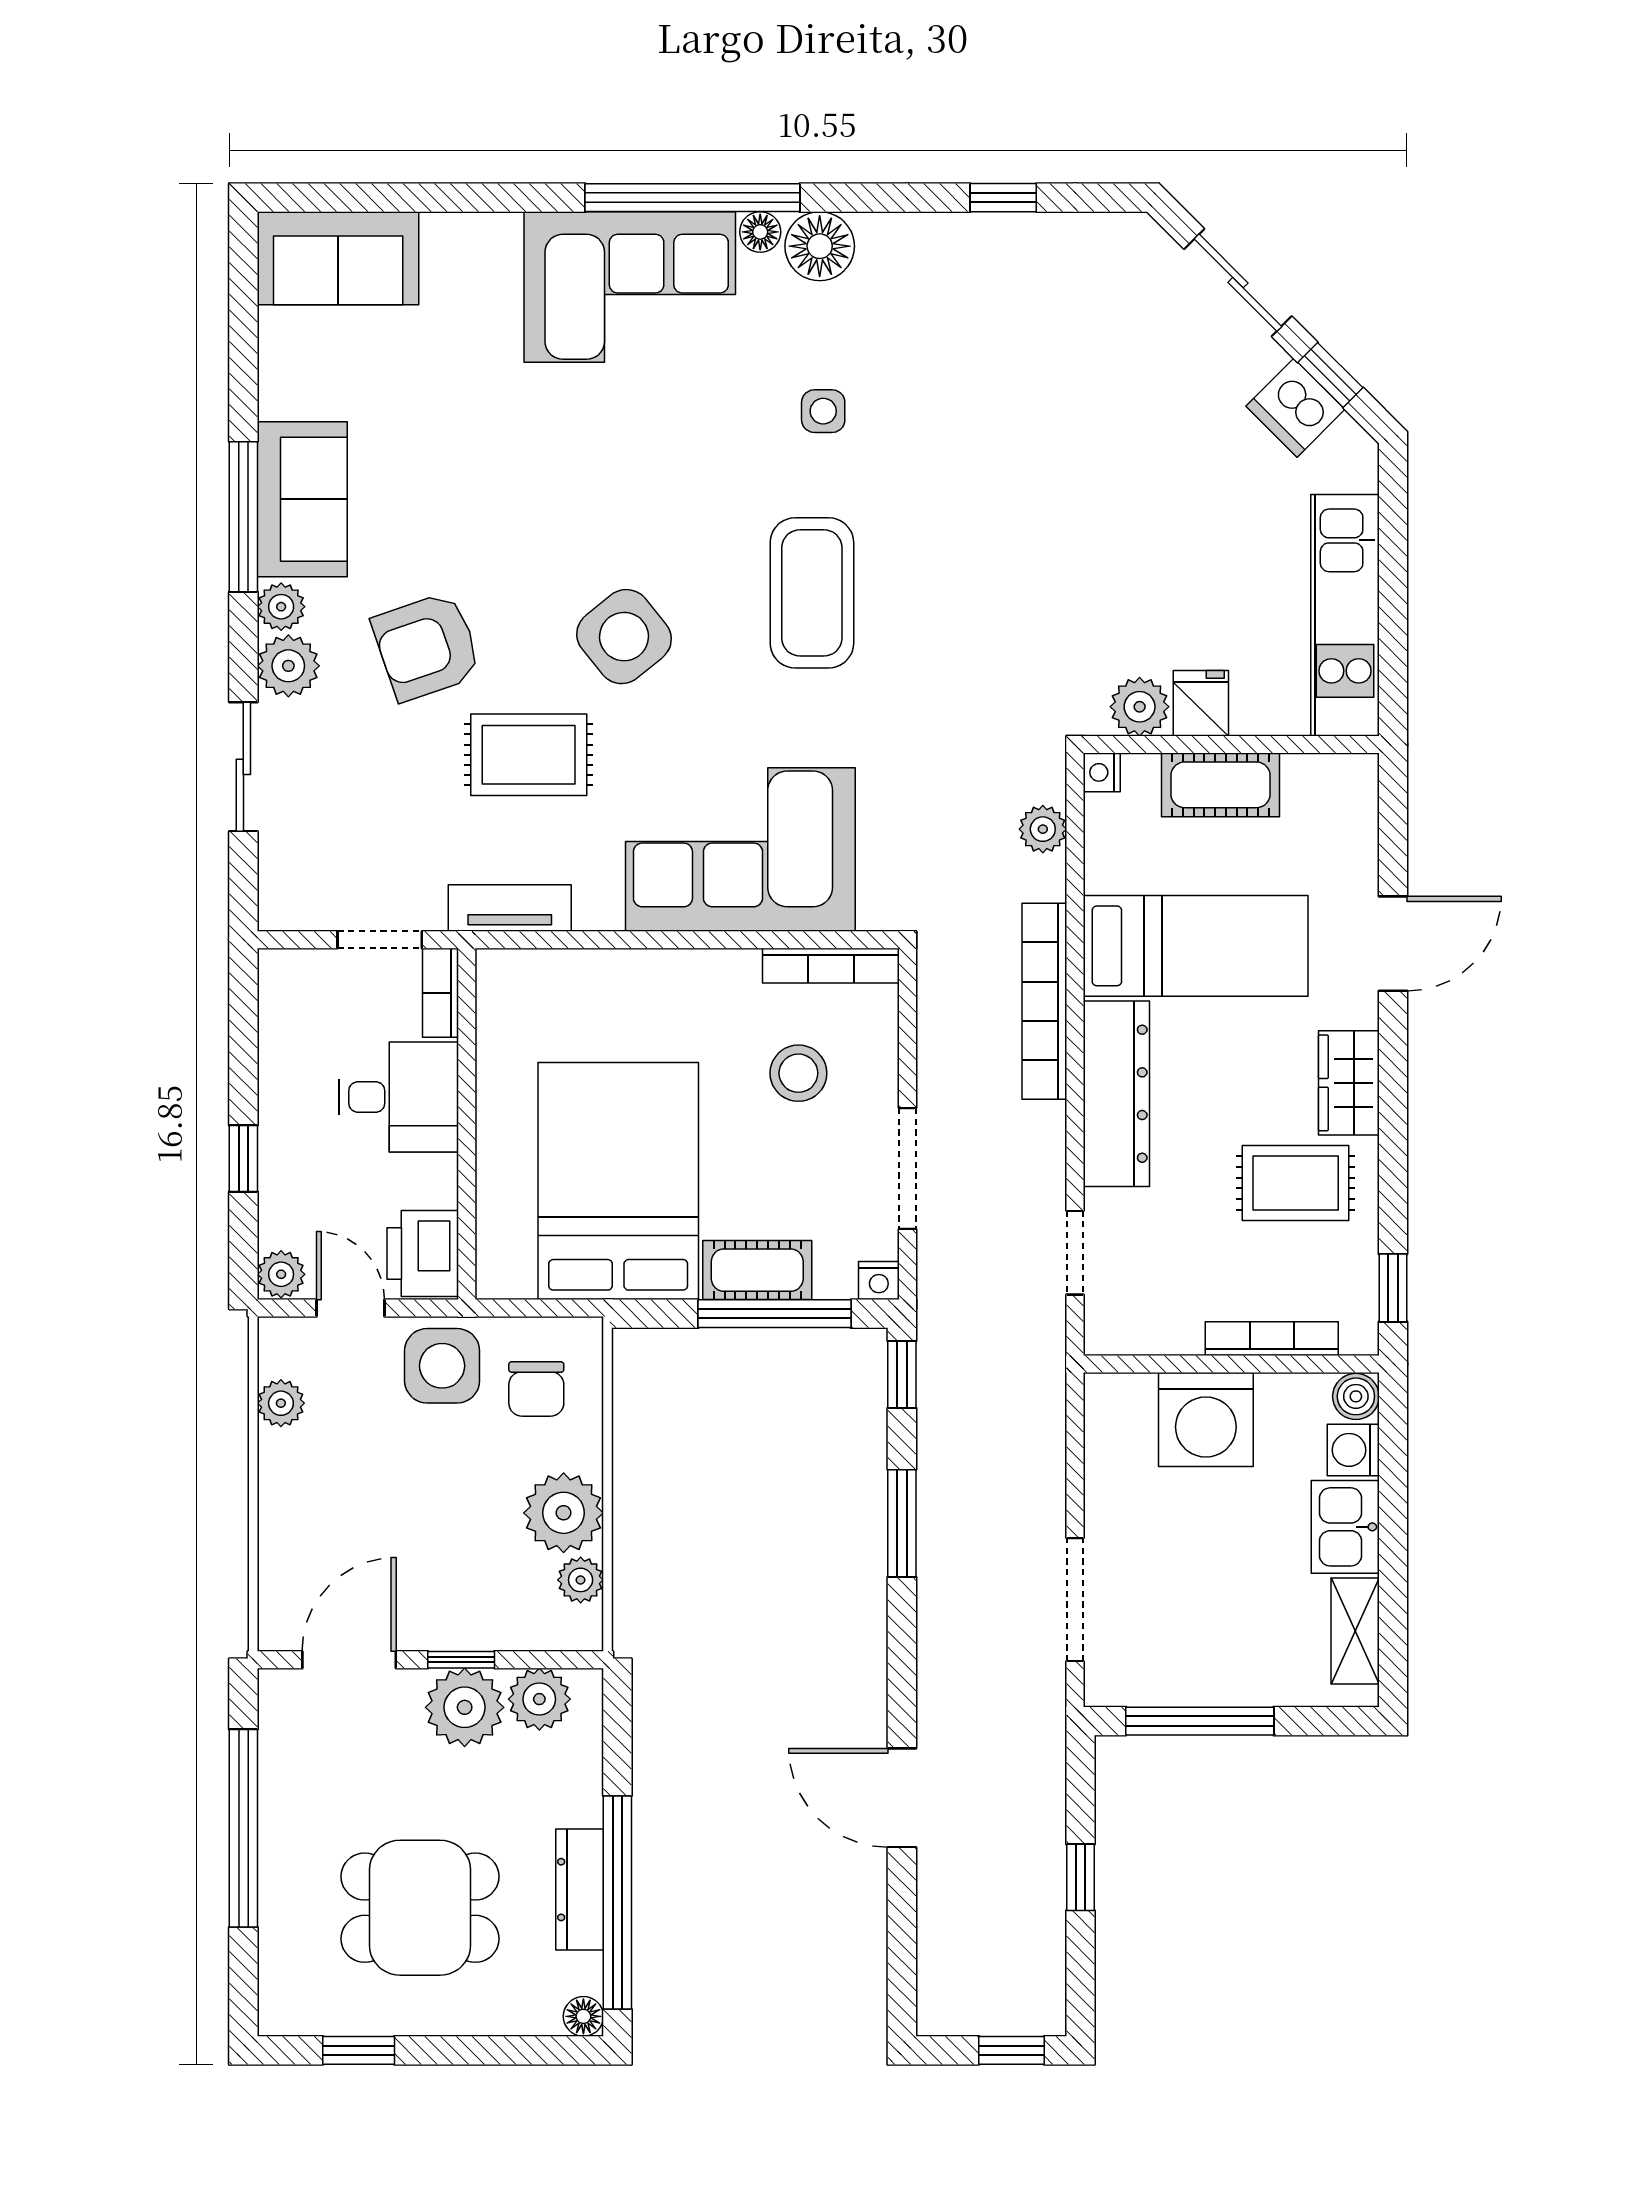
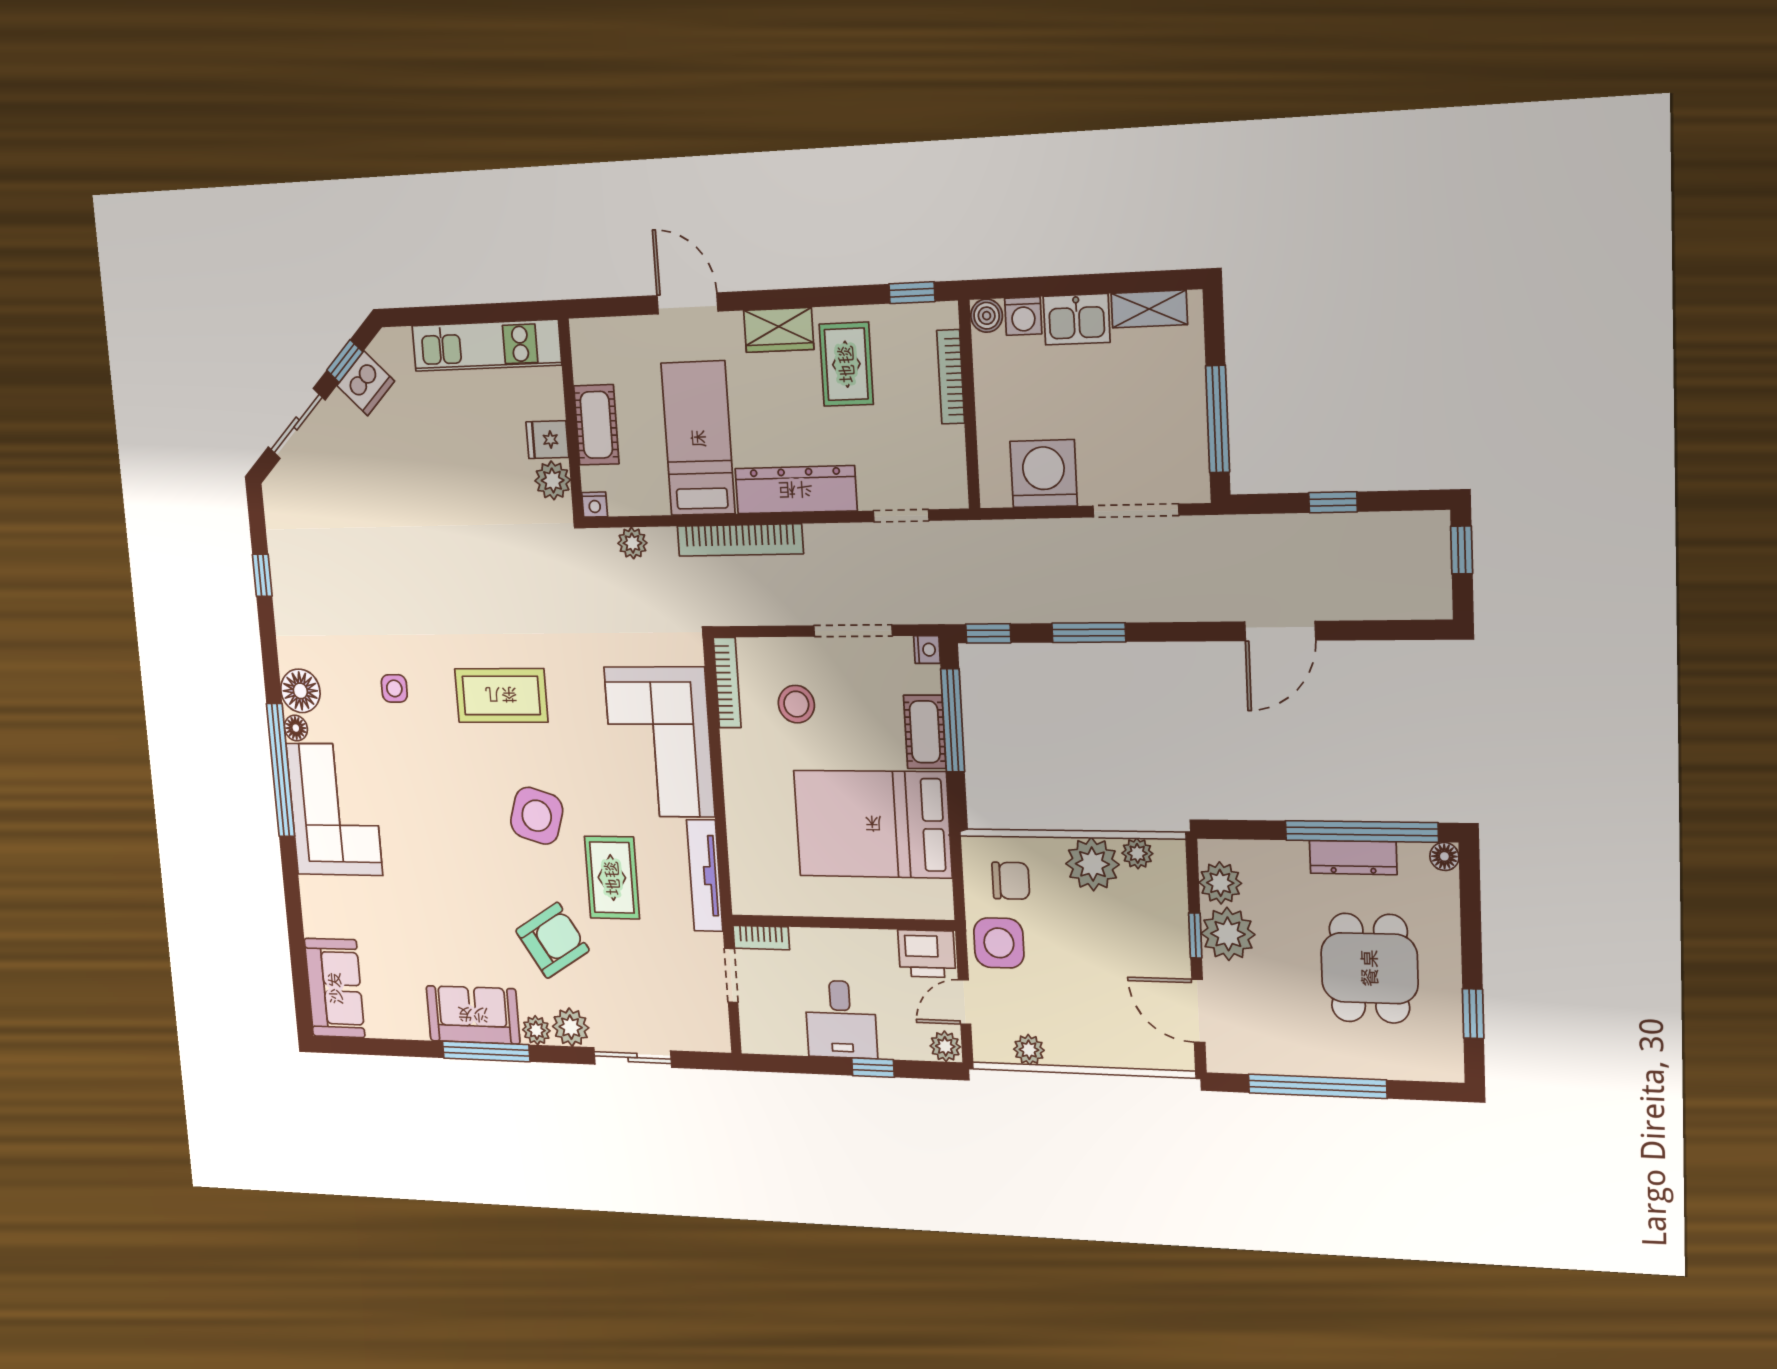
side table: (624, 637) -> (537, 816), turned -34
armchair: (427, 647) -> (552, 940), turned -103
tv unit: (510, 908) -> (705, 876), width x1.41
desk: (399, 1097) -> (841, 1019), moved, turned 180
washing machine: (1206, 1419) -> (1044, 474), moved, turned -90

